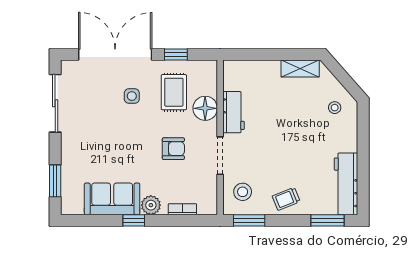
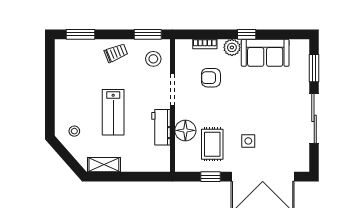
sliding door: (55, 103) -> (314, 118), moved
lab bench: (289, 130) -> (113, 112), added
armchair: (173, 149) -> (211, 78), moved
workbench: (346, 184) -> (65, 66), removed

